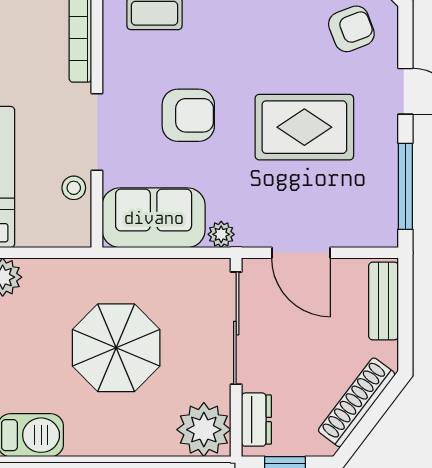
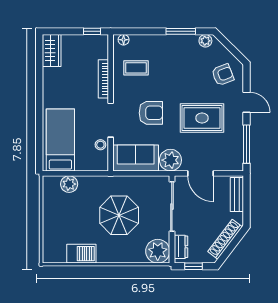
plant: (221, 234) -> (170, 160), width x1.88, depth x1.88

